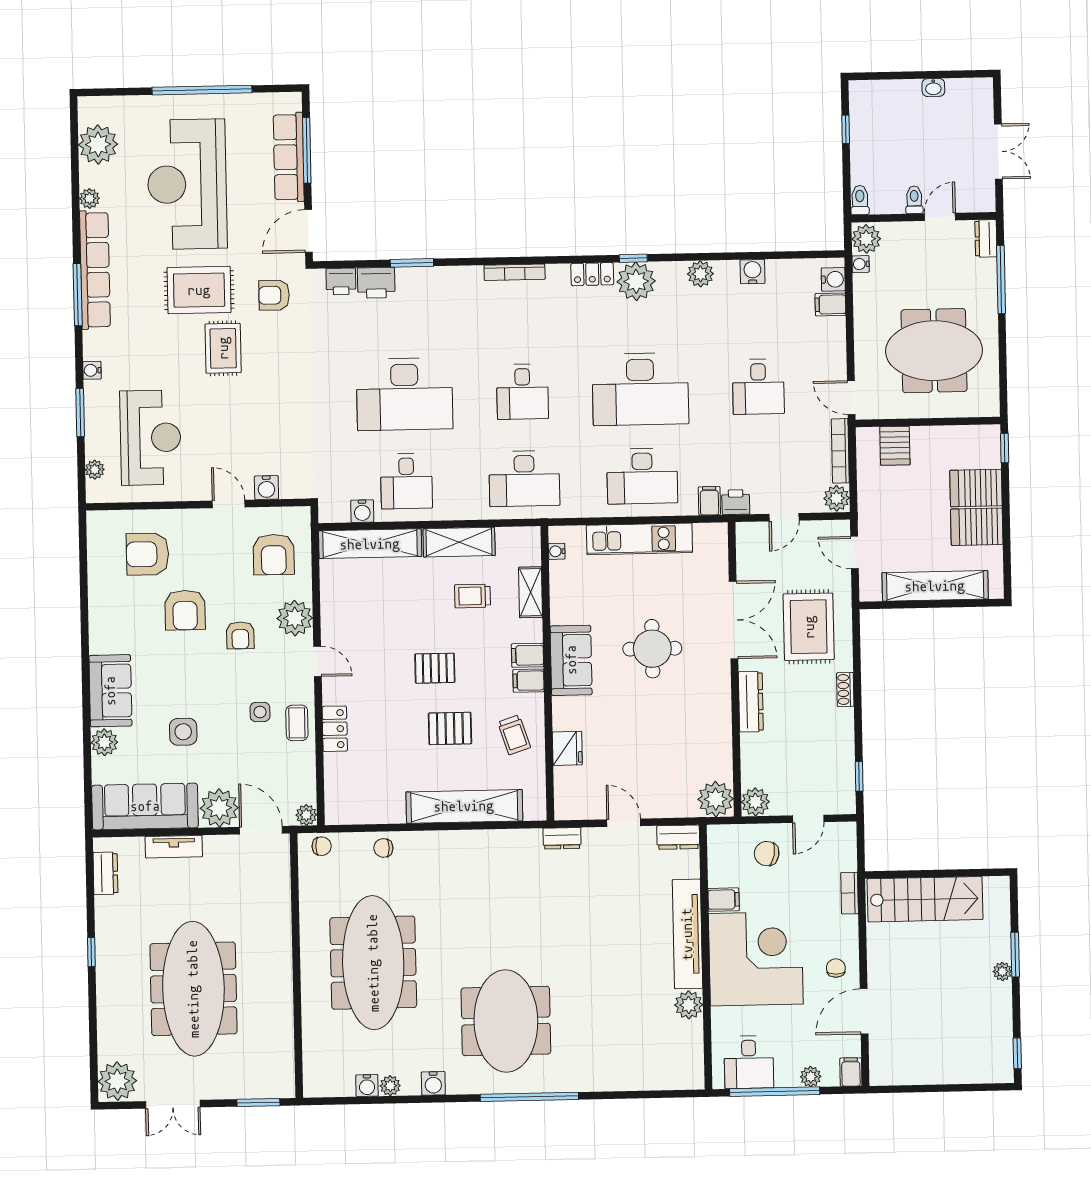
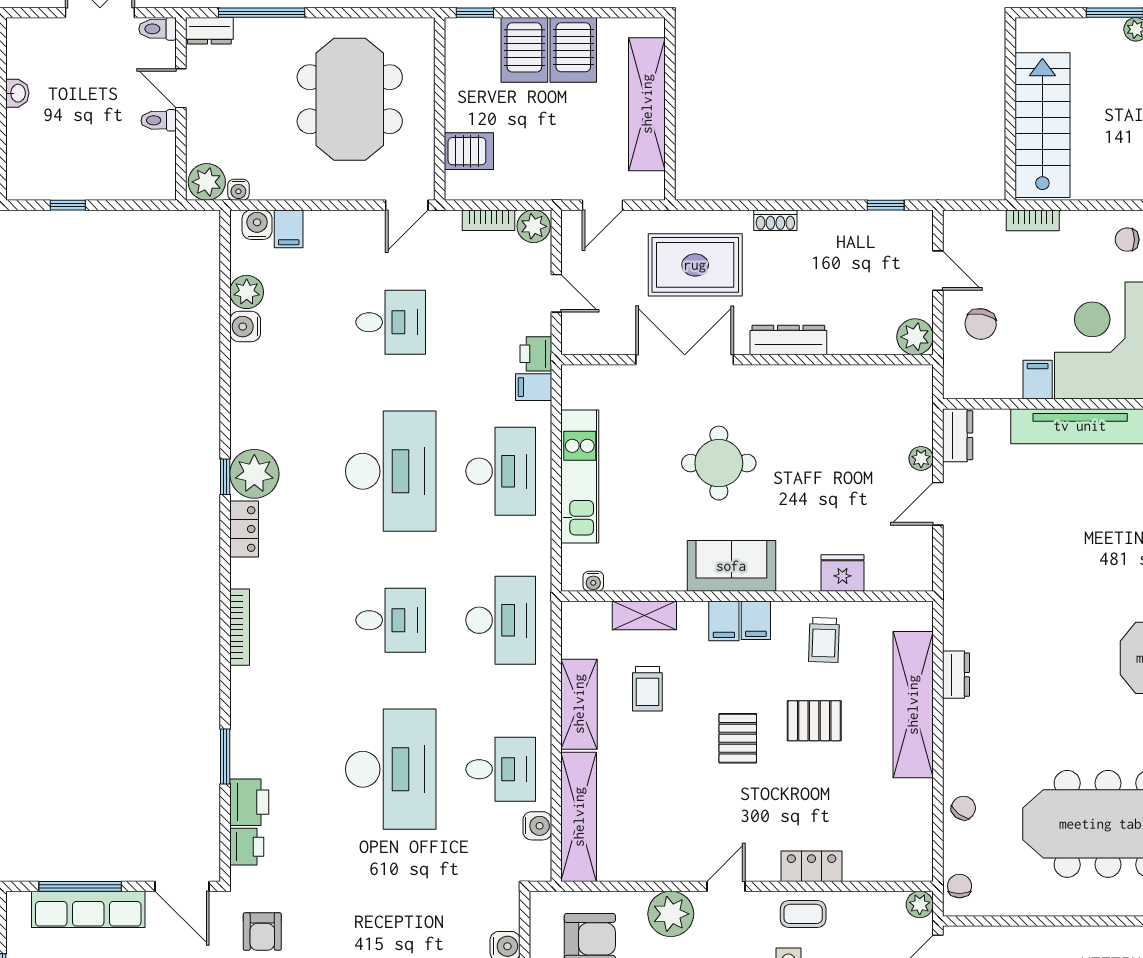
toilet: (860, 200) -> (158, 29), moved
plant: (700, 274) -> (247, 292), moved
bookcase: (840, 451) -> (489, 220), width x0.64
pallet: (450, 728) -> (814, 721), turned 90
trolley: (514, 735) -> (824, 640), turned 110
plant: (716, 799) -> (921, 458), moved, width x0.53, depth x0.53
dresser: (562, 838) -> (956, 675), moved
chair: (383, 848) -> (963, 808), turned -144

